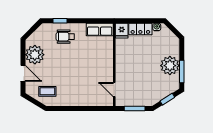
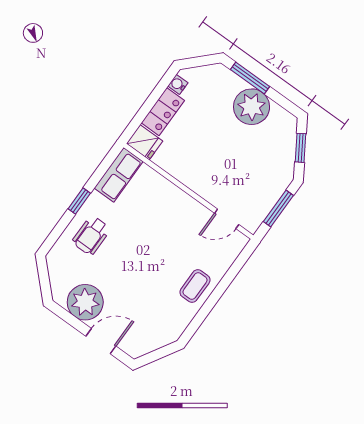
window: (60, 21) -> (79, 201), moved
window: (182, 72) -> (250, 78), moved
coffee table: (47, 91) -> (195, 286), moved

